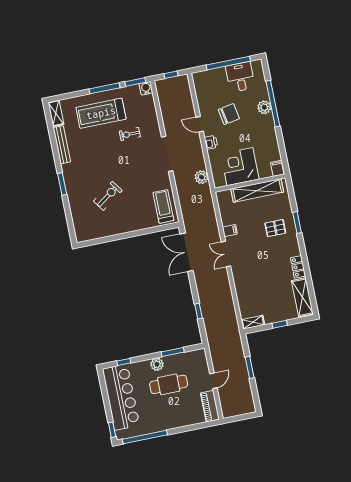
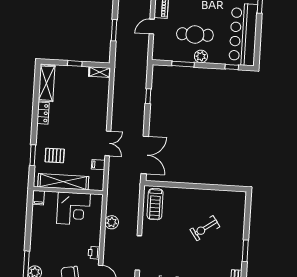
corner desk: (240, 167) -> (73, 209), moved
filing cabinet: (277, 168) -> (39, 198), moved
wall: (250, 183) -> (68, 191), moved
shelving: (257, 191) -> (63, 182), moved

